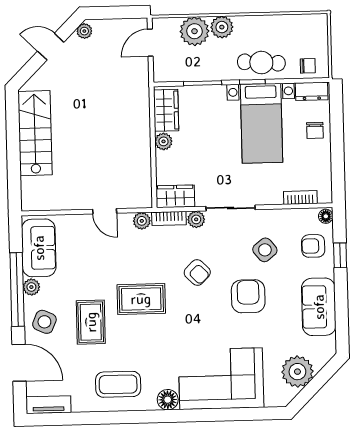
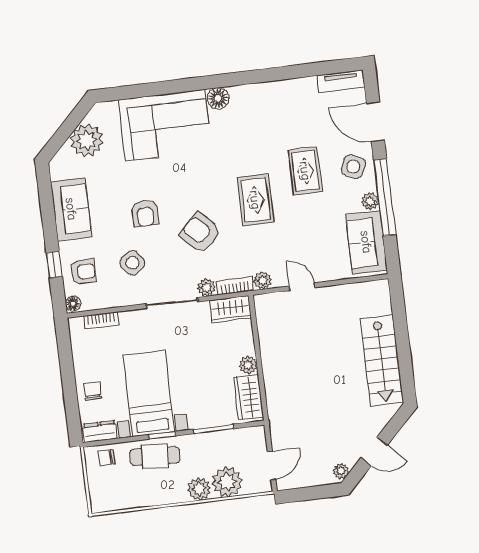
armchair: (197, 272) -> (200, 233), width x1.38, depth x1.38
armchair: (248, 296) -> (145, 213), width x0.72, depth x0.72
rug: (141, 299) -> (255, 200), turned 90
coffee table: (118, 384) -> (271, 109), removed

